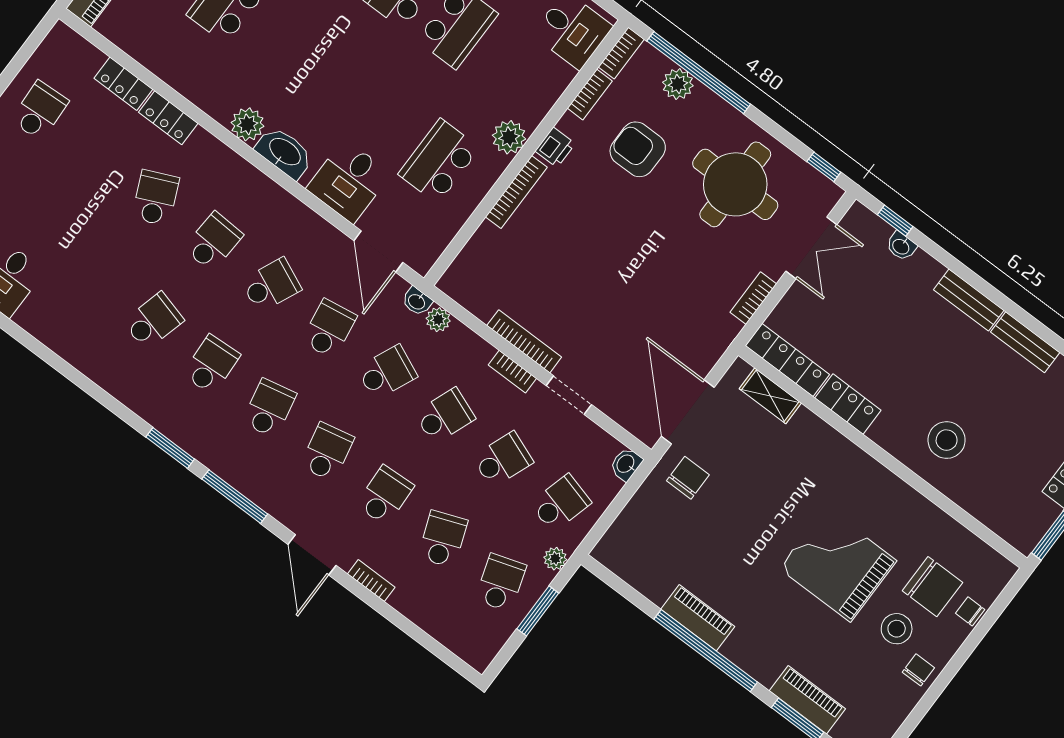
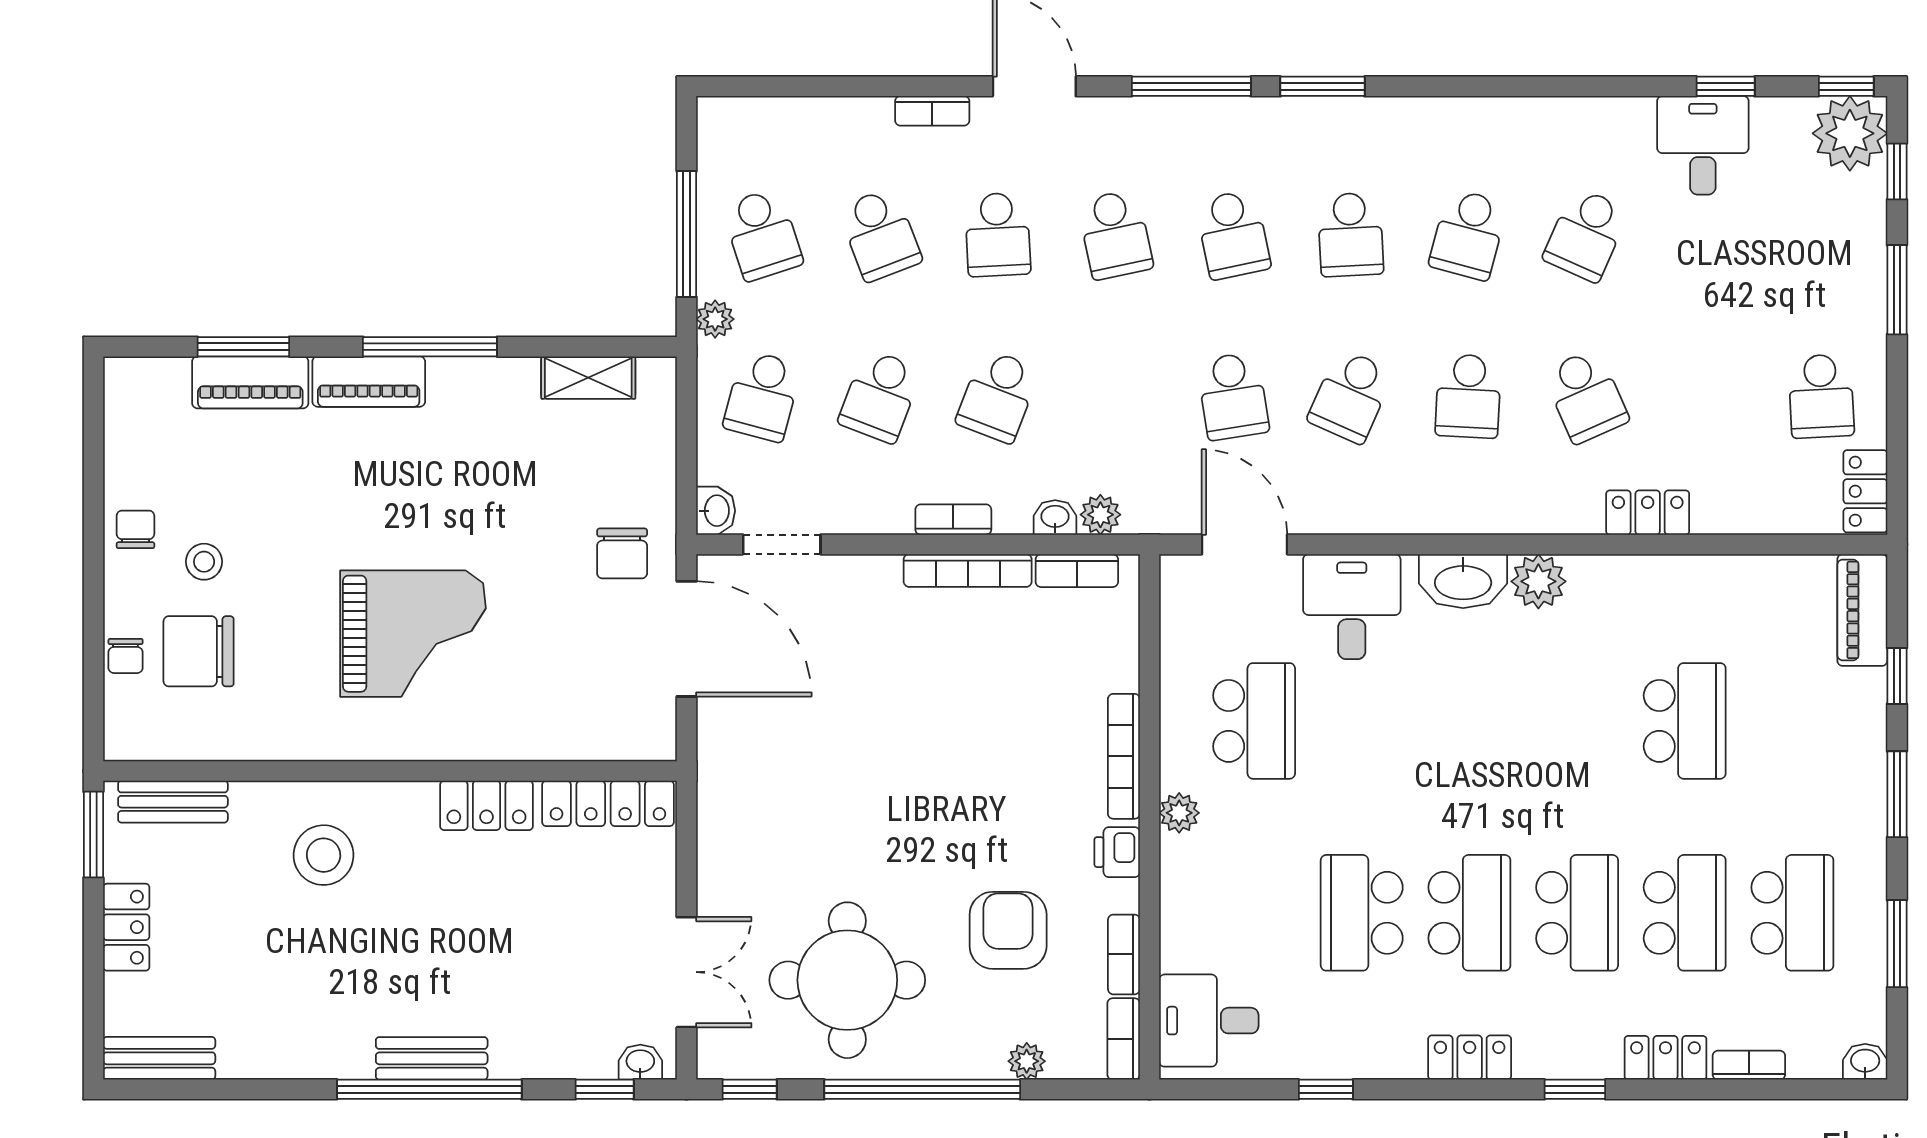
window: (699, 73) -> (922, 1089), moved
locker: (123, 84) -> (1865, 491), moved, turned -90
plant: (678, 84) -> (1027, 1061), width x0.73, depth x0.73
plant: (509, 137) -> (1179, 813), width x0.73, depth x0.73
armchair: (638, 149) -> (1008, 930), turned -90
washbasin: (901, 246) -> (640, 1062), moved
double door: (811, 248) -> (687, 972), swing flipped
window: (981, 286) -> (429, 1089), added
bookcase: (753, 298) -> (1077, 571), moved, turned 90
washbasin: (417, 301) -> (1055, 517), moved
bench: (1025, 342) -> (173, 802), moved
school desk: (387, 372) -> (1586, 235), moved
doorway: (569, 395) -> (782, 544), moved
shelving: (770, 396) -> (588, 378), moved
grand piano: (838, 565) -> (413, 634), moved
window: (538, 611) -> (687, 234), width x1.44
chair: (970, 611) -> (126, 656), turned 90
piano: (698, 618) -> (369, 382), moved
stool: (897, 629) -> (204, 562), width x0.73, depth x0.73
window: (706, 651) -> (430, 347), width x0.68
chair: (918, 670) -> (135, 529), turned 180

